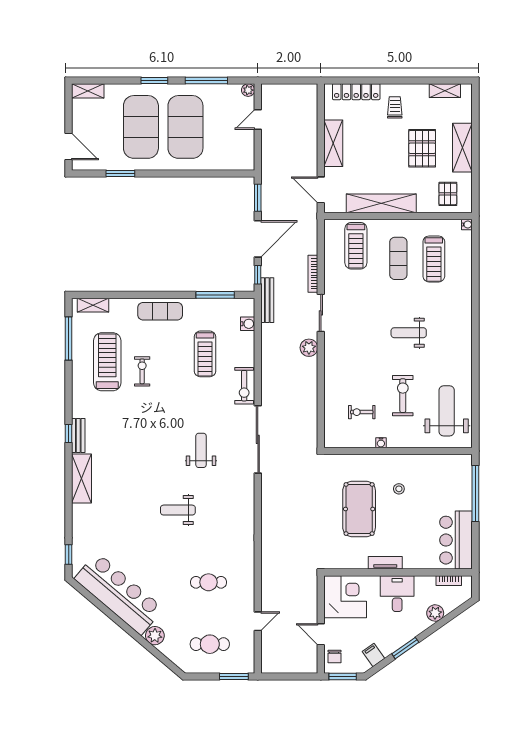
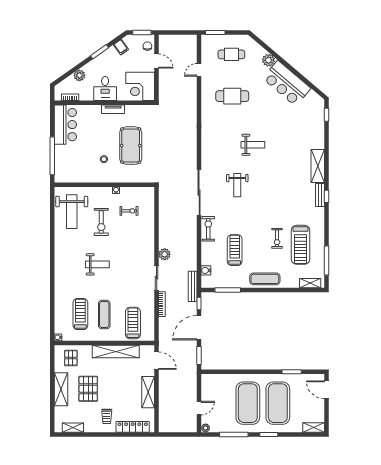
cafe table: (209, 582) -> (232, 96), width x1.37, depth x1.35
bar counter: (119, 594) -> (287, 83), width x0.73

